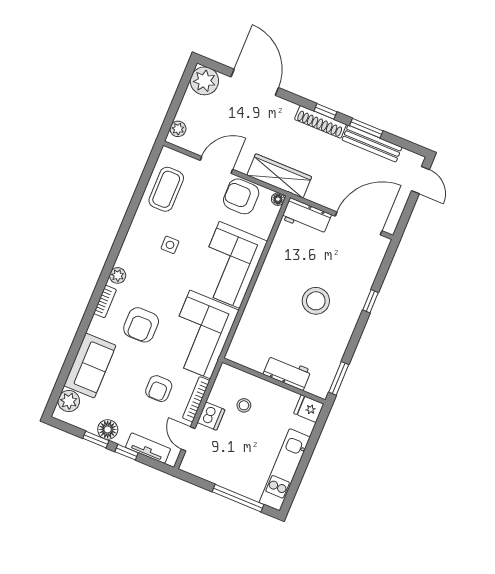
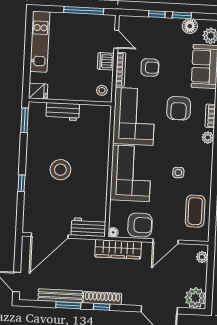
armchair: (141, 325) -> (179, 108), turned 180
armchair: (159, 389) -> (150, 67), turned 90
stool: (244, 405) -> (102, 90), moved
floor lamp: (108, 429) -> (190, 26), moved
tv unit: (148, 448) -> (142, 22), removed
window: (238, 498) -> (84, 11), moved

